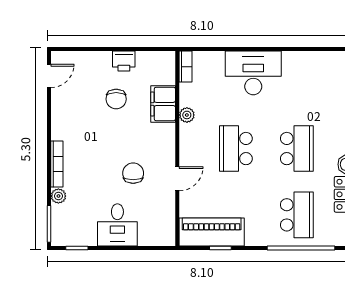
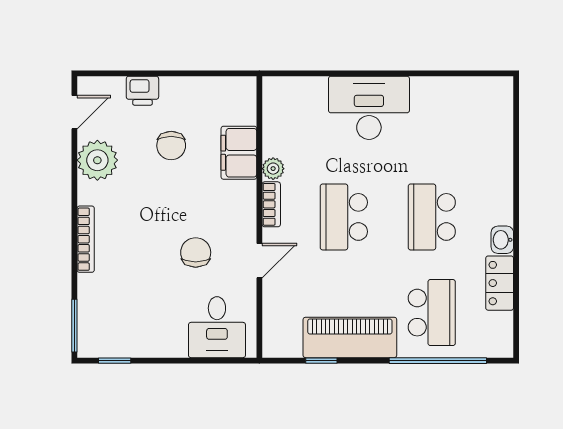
printer: (124, 61) -> (142, 91), moved
bookcase: (186, 67) -> (271, 204), moved
school desk: (297, 149) -> (432, 217), turned 180
plant: (58, 196) -> (97, 160), moved, width x1.87, depth x1.87
desk: (117, 225) -> (217, 327), moved
piano: (212, 232) -> (350, 337), moved

